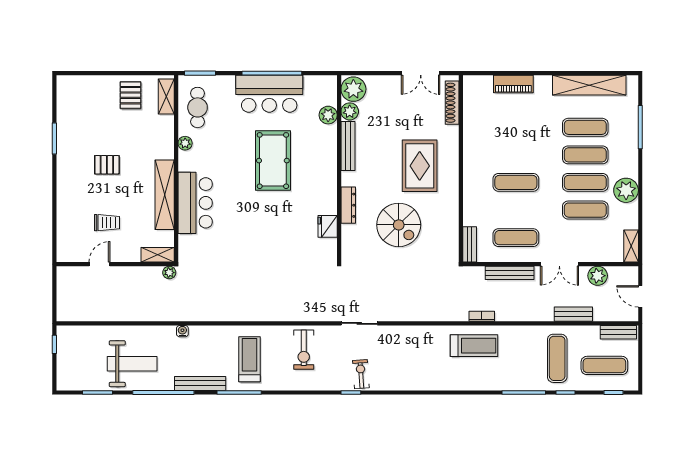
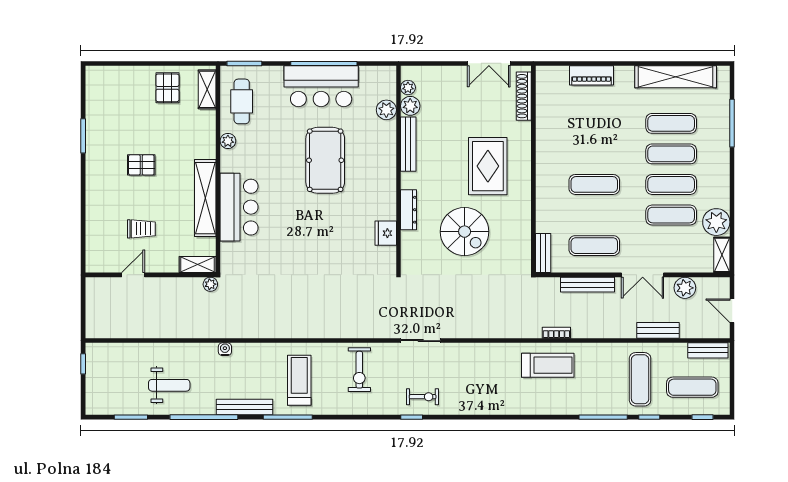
plant: (353, 89) -> (408, 87), width x0.53, depth x0.53
plant: (626, 190) -> (716, 222), moved
weight bench: (132, 364) -> (169, 385), width x0.73, depth x0.75
exercise bike: (361, 374) -> (423, 397), turned 94

